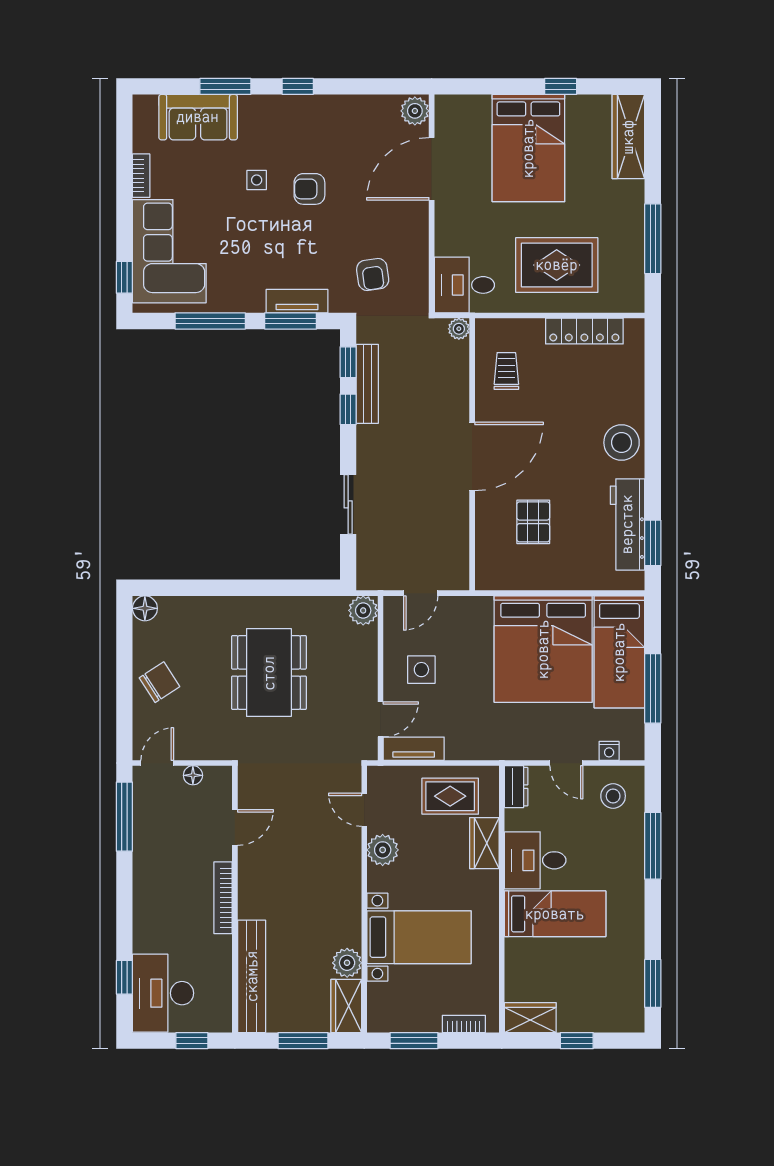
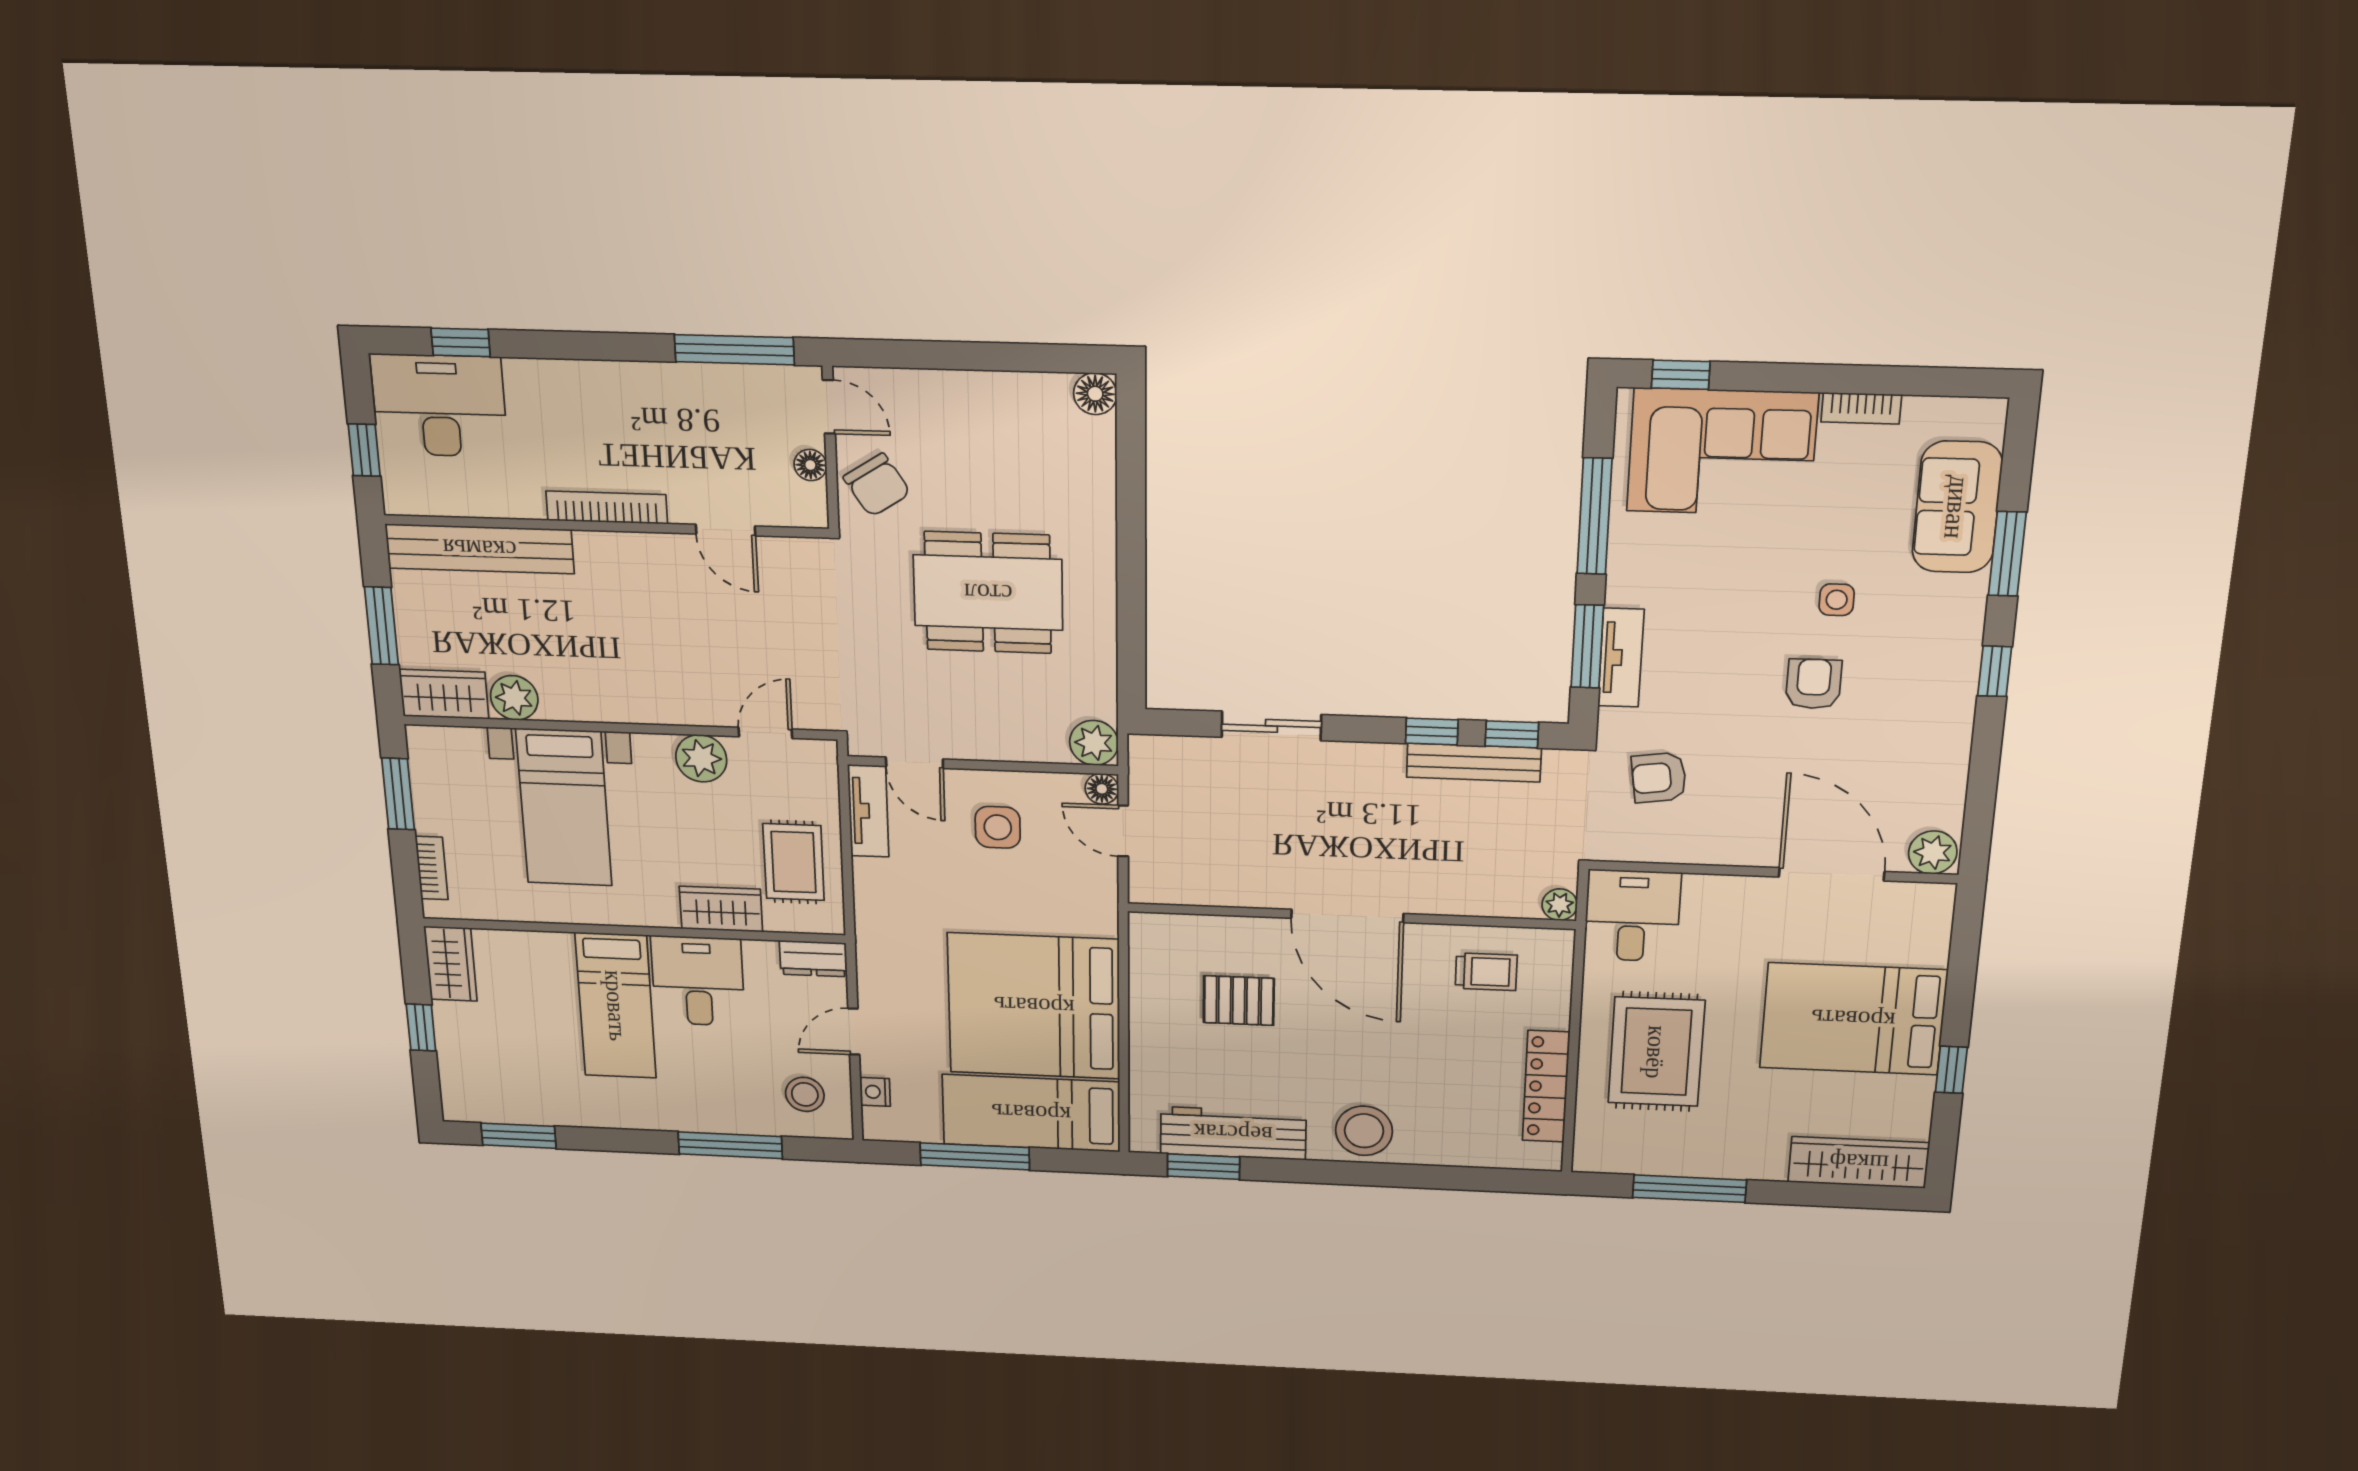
floor lamp: (393, 606) -> (1102, 789), added
chair: (160, 682) -> (877, 485), moved

